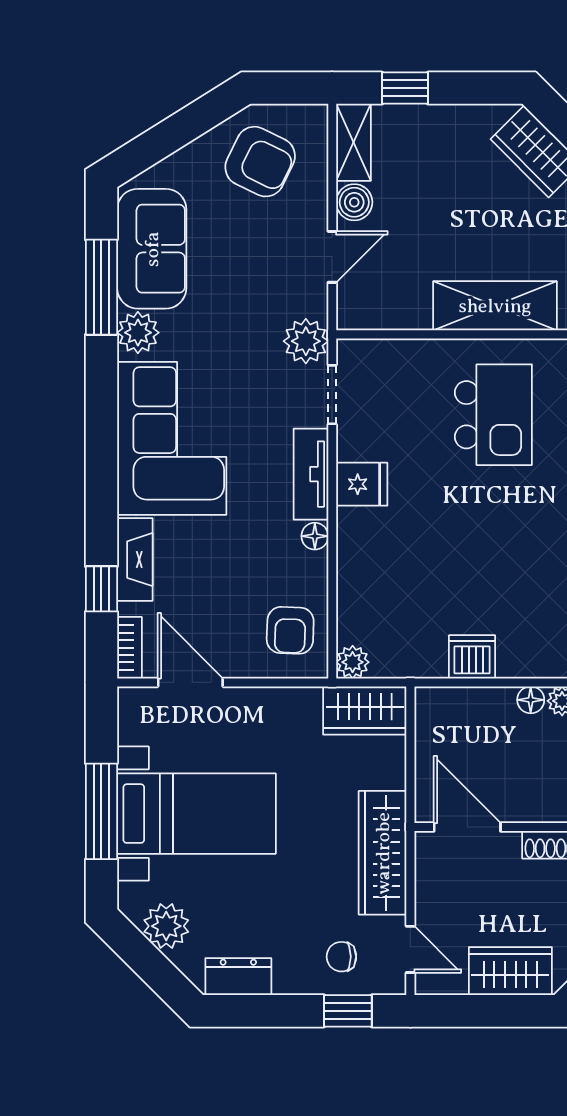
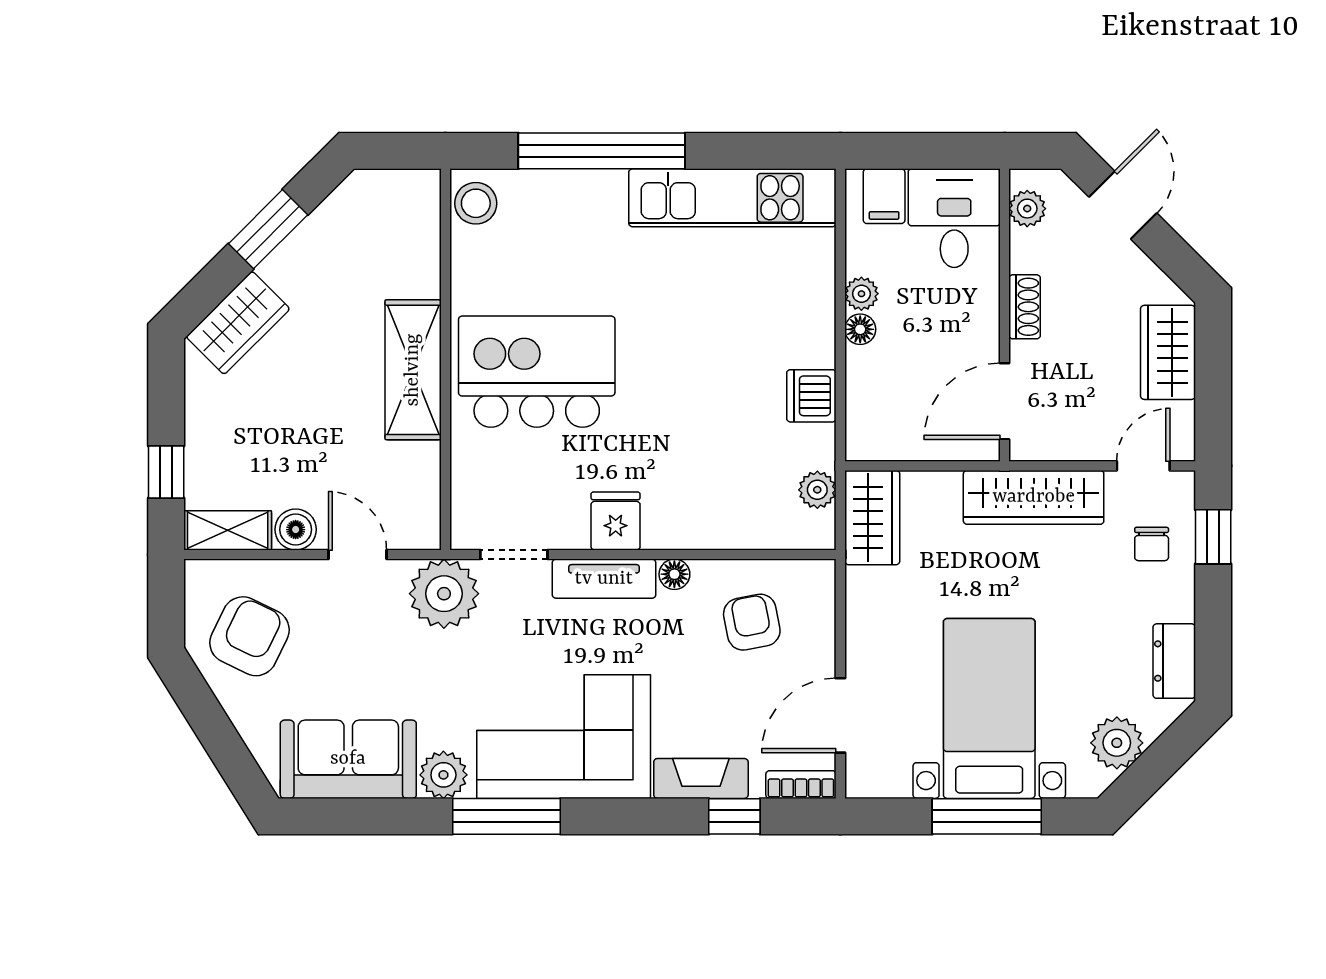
window: (101, 287) -> (507, 816), moved
plant: (306, 341) -> (444, 594), width x1.36, depth x1.36
kitchen island: (493, 415) -> (537, 372), width x1.37, depth x1.28
armchair: (290, 630) -> (752, 622), moved, turned -103
plant: (353, 662) -> (817, 490), moved

